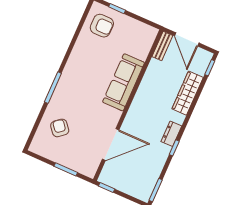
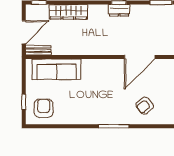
sofa: (124, 82) -> (57, 69), moved
dresser: (171, 134) -> (119, 10), moved
door: (111, 145) -> (140, 57), swing flipped

